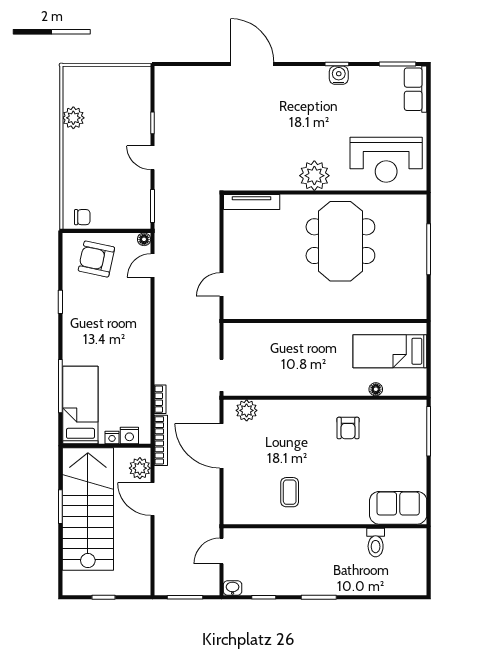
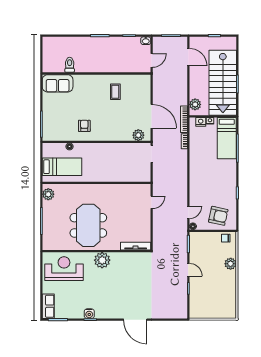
plant: (73, 118) -> (231, 264), moved
plant: (416, 300) -> (48, 194), added
door: (152, 499) -> (188, 57), moved

